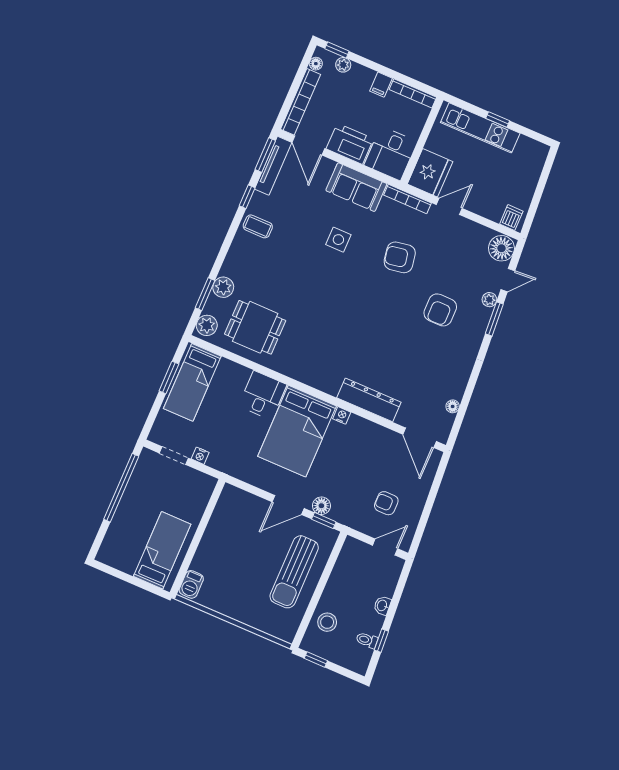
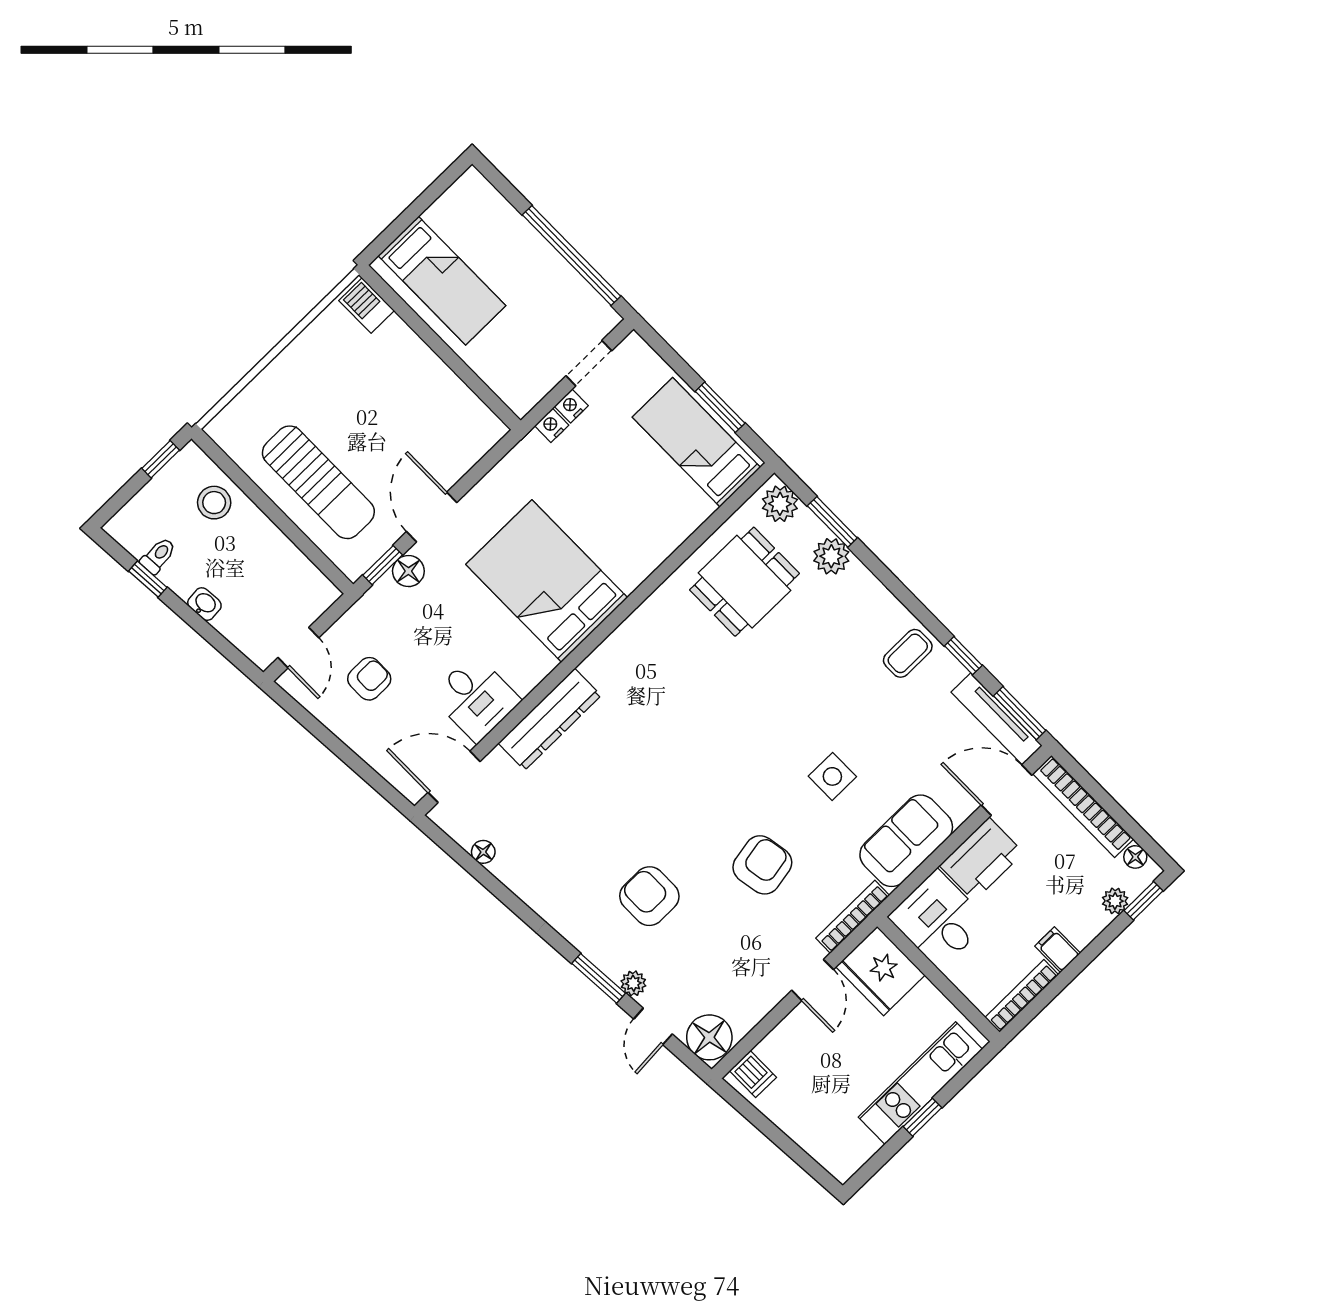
desk: (263, 395) -> (476, 698), moved
nightstand: (342, 415) -> (552, 425), moved, turned 180
sun lounger: (294, 572) -> (318, 482), turned 180

